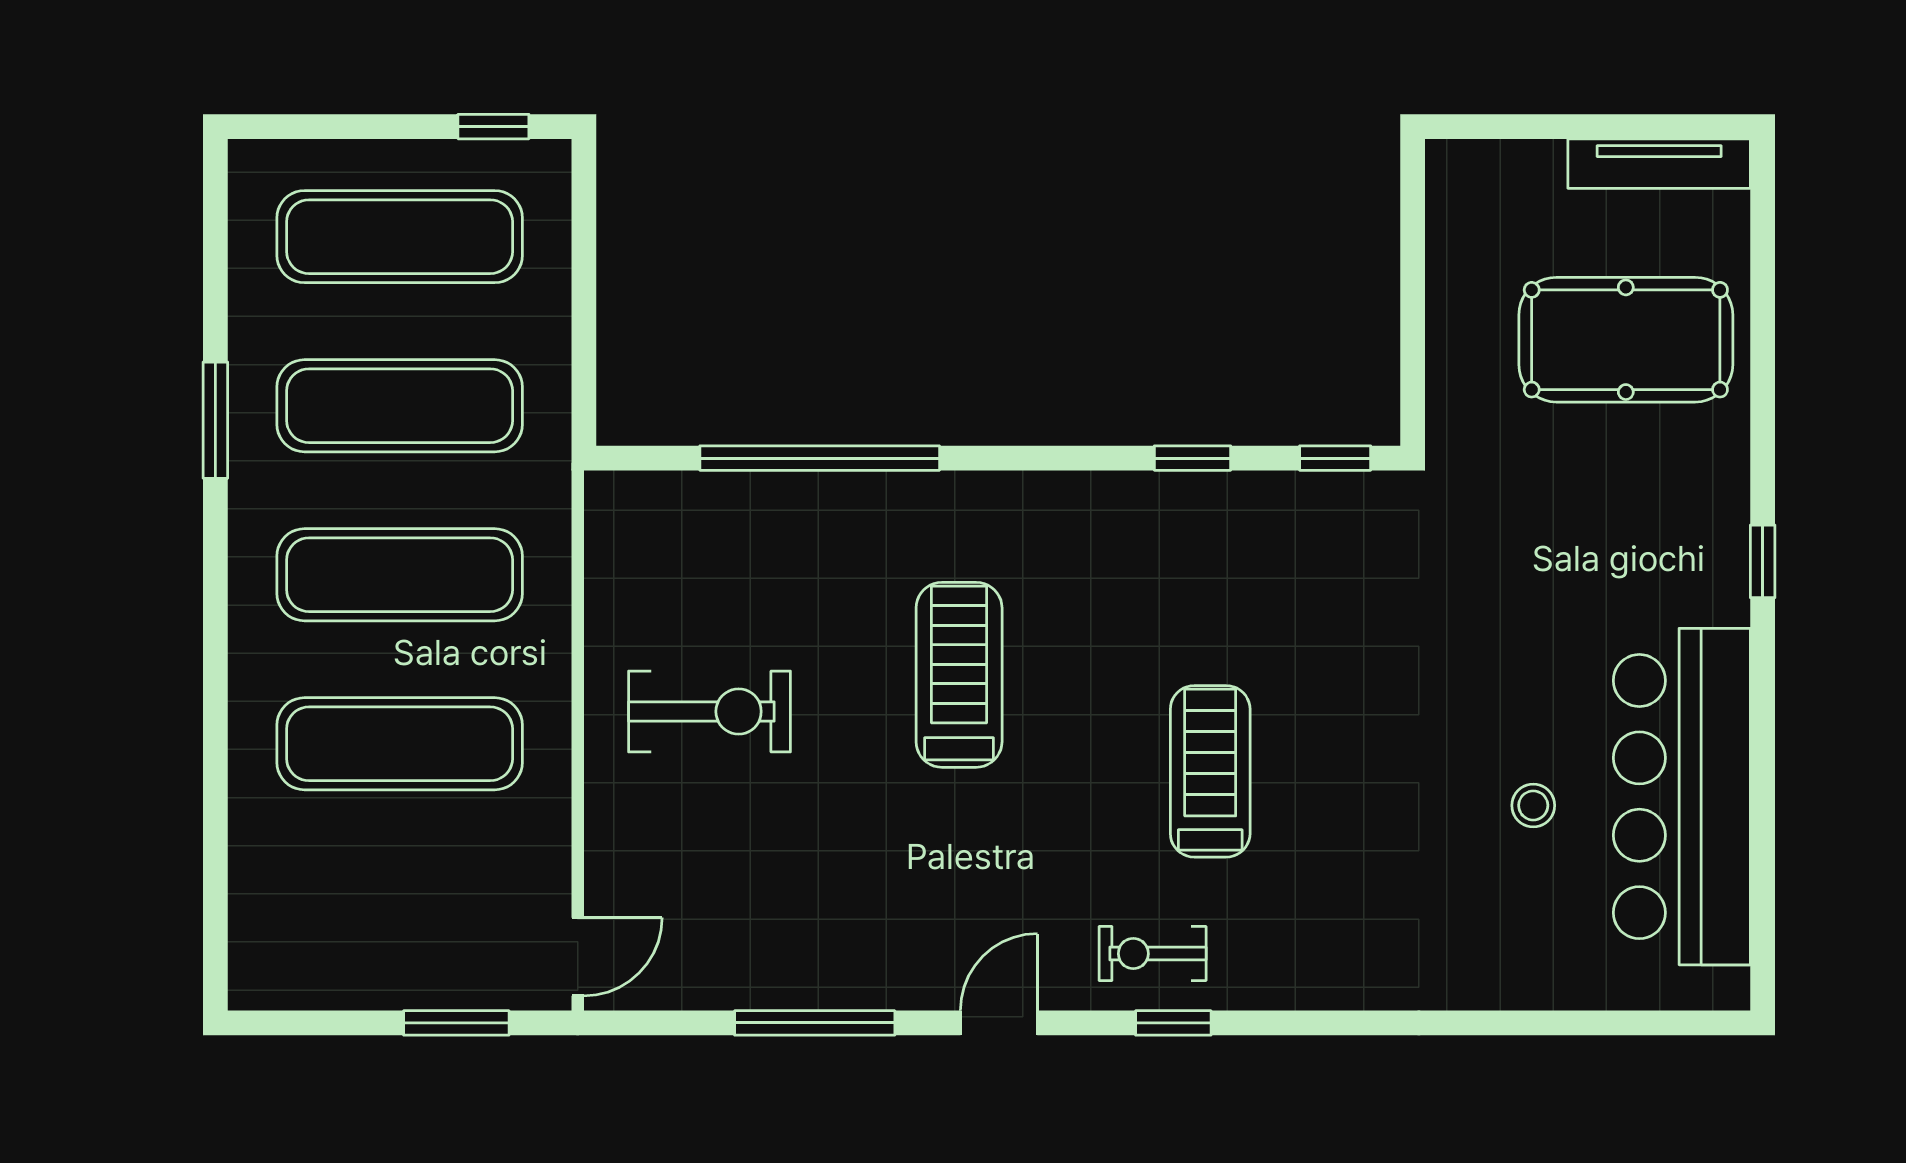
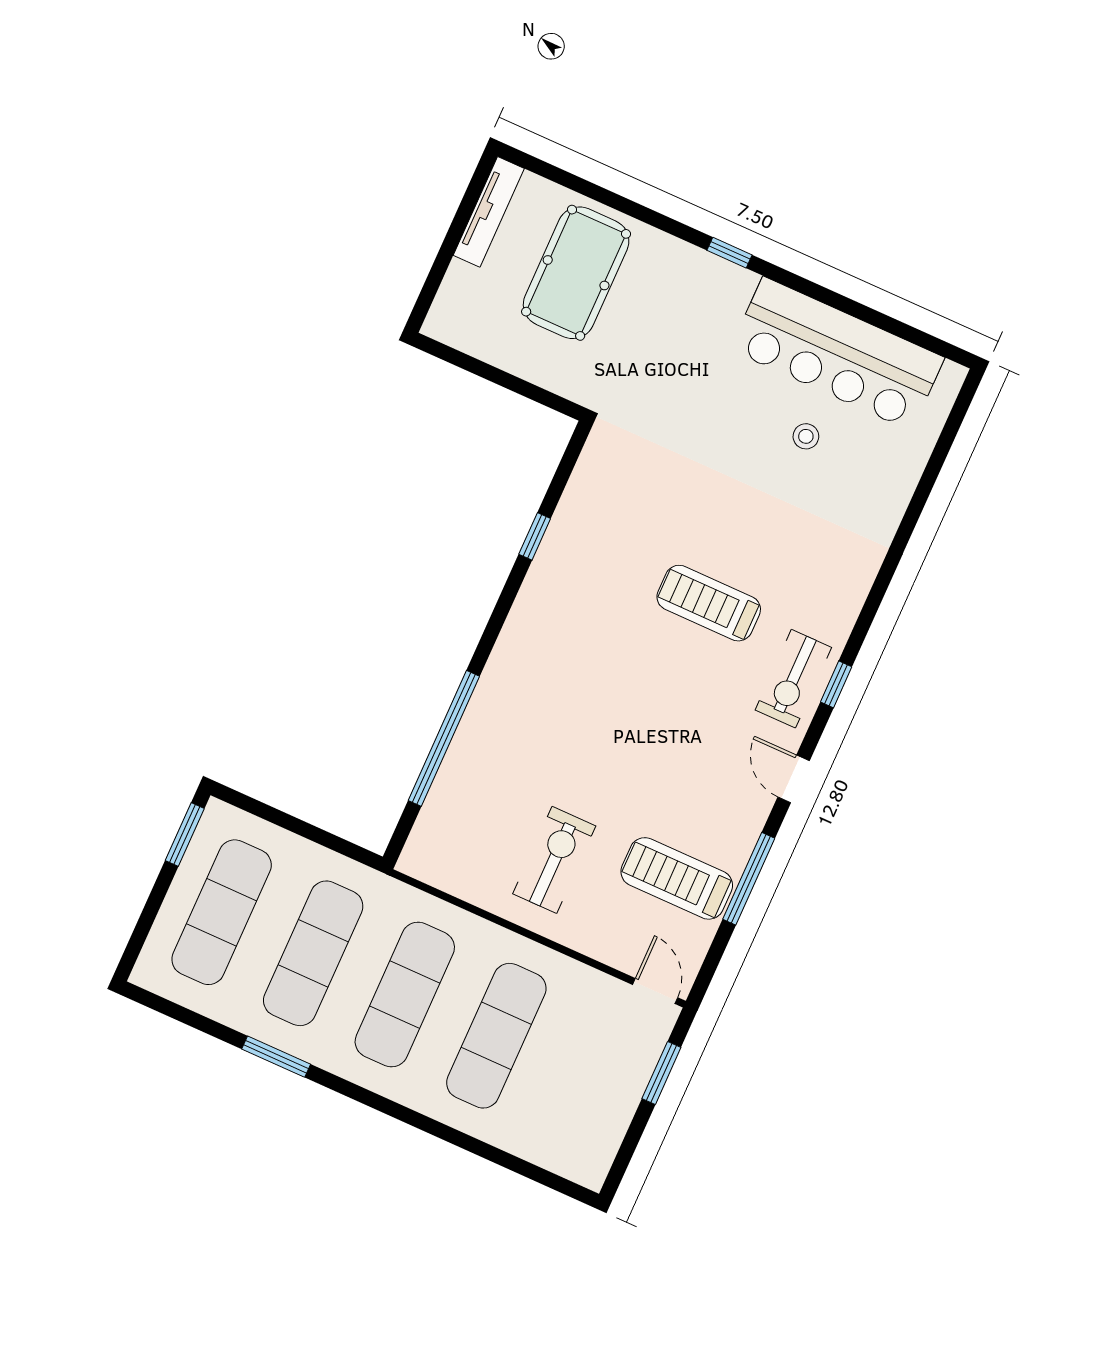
window: (493, 127) -> (185, 834), width x1.50
window: (1335, 458) -> (569, 459), removed
treadmill: (959, 675) -> (677, 878), moved
exercise bike: (1153, 954) -> (793, 679), width x1.38, depth x1.39

